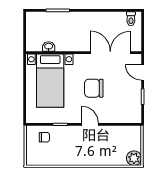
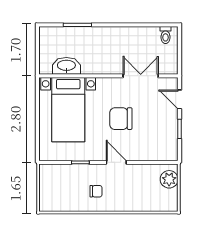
washbasin: (49, 46) -> (66, 66), width x1.91, depth x1.45
double door: (110, 53) -> (141, 76), width x0.73
chair: (44, 137) -> (96, 191), moved
plant: (134, 158) -> (169, 179), moved

